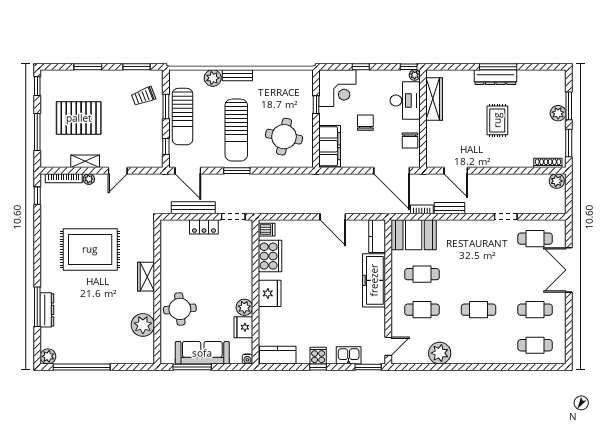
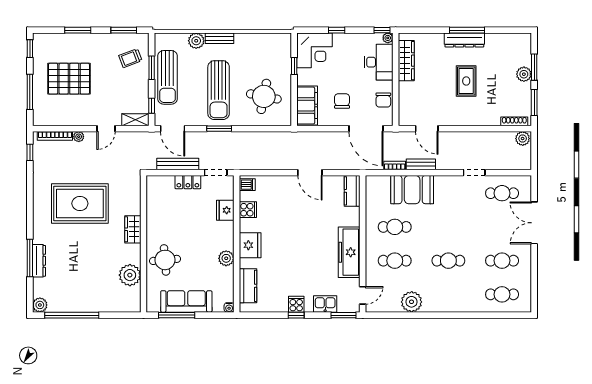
chair: (365, 123) -> (342, 101), moved
shelving: (85, 161) -> (135, 120), moved
booth: (414, 235) -> (412, 190), moved
cooker: (270, 256) -> (248, 210), width x0.53, depth x0.76
freezer: (374, 280) -> (349, 252), moved
fridge: (243, 327) -> (225, 210), moved
kitchen counter: (278, 355) -> (248, 286), moved, turned 90

